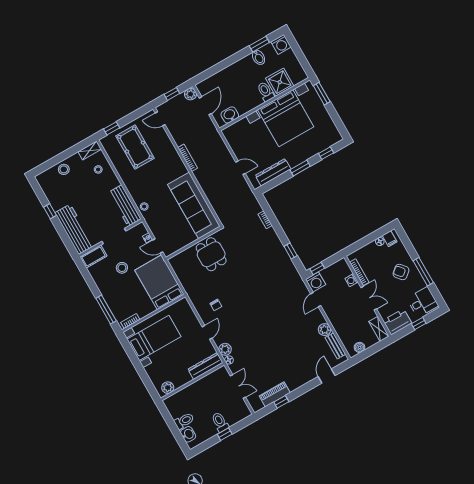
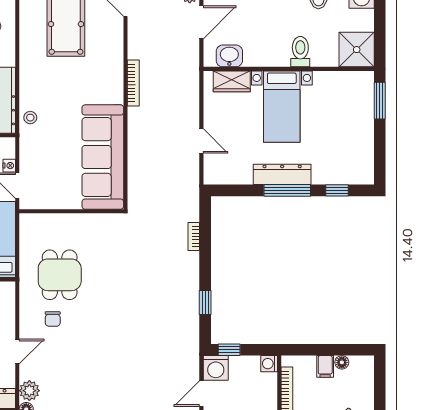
shower: (280, 82) -> (357, 50), moved
bed with nightstands: (286, 118) -> (282, 107), width x0.54
wardrobe: (239, 128) -> (232, 81), added
window: (300, 168) -> (287, 190), width x1.44
dresser: (273, 172) -> (282, 174), moved
filing cabinet: (390, 239) -> (325, 366), moved
dining table: (211, 254) -> (60, 275), moved
washing machine: (352, 280) -> (269, 364), moved

